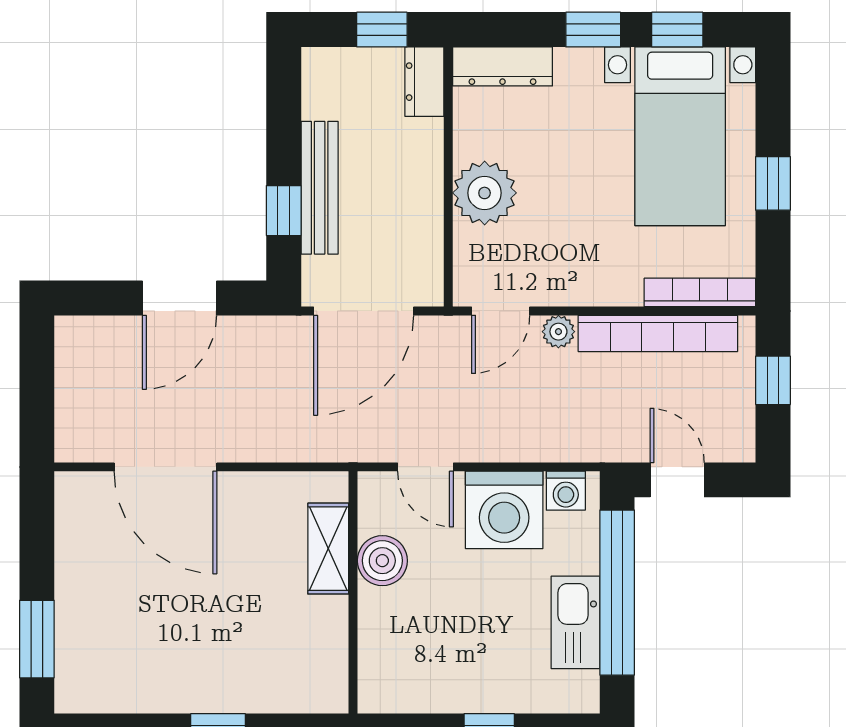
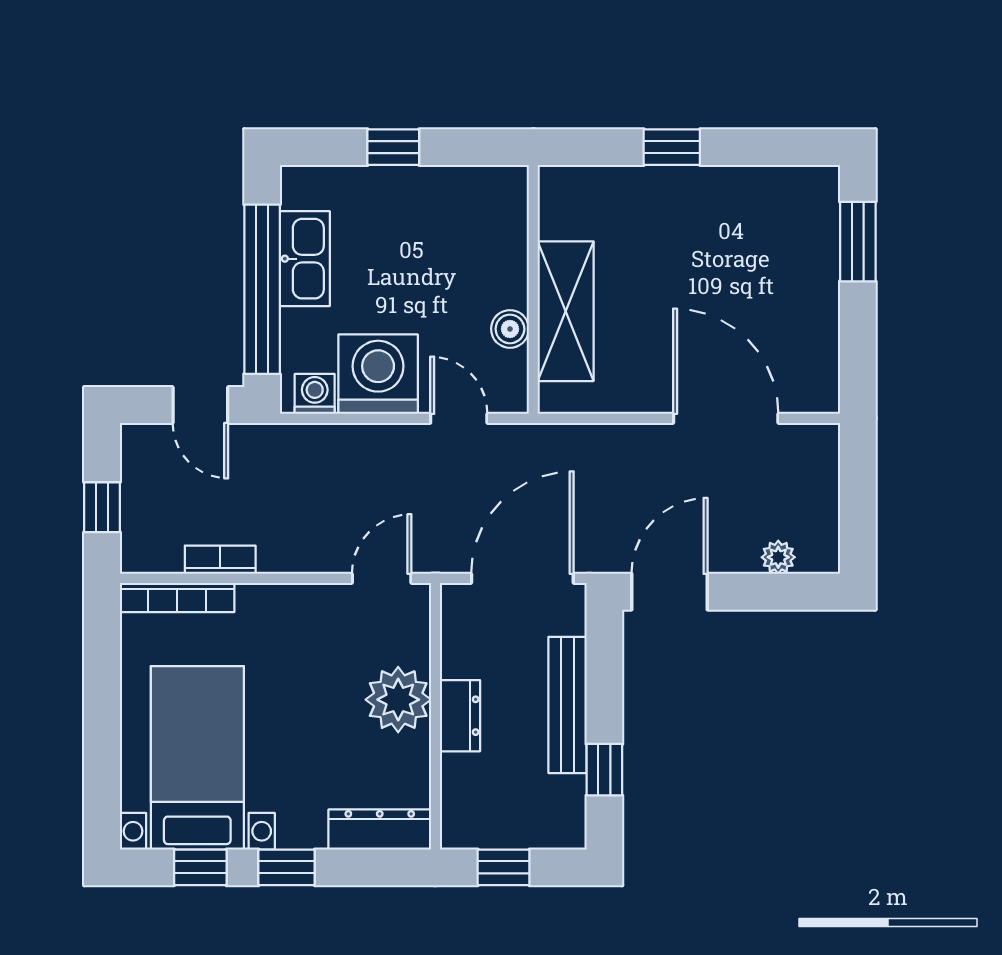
dresser: (424, 82) -> (460, 716), moved
window: (773, 183) -> (102, 710), removed
window: (284, 211) -> (604, 770), moved
door: (179, 298) -> (670, 592), moved
plant: (558, 332) -> (778, 557), moved
bookcase: (658, 333) -> (220, 560), width x0.43, depth x0.76
shelving: (328, 549) -> (566, 311), width x1.50, depth x1.33
boiler: (382, 561) -> (510, 329), width x0.73, depth x0.73

